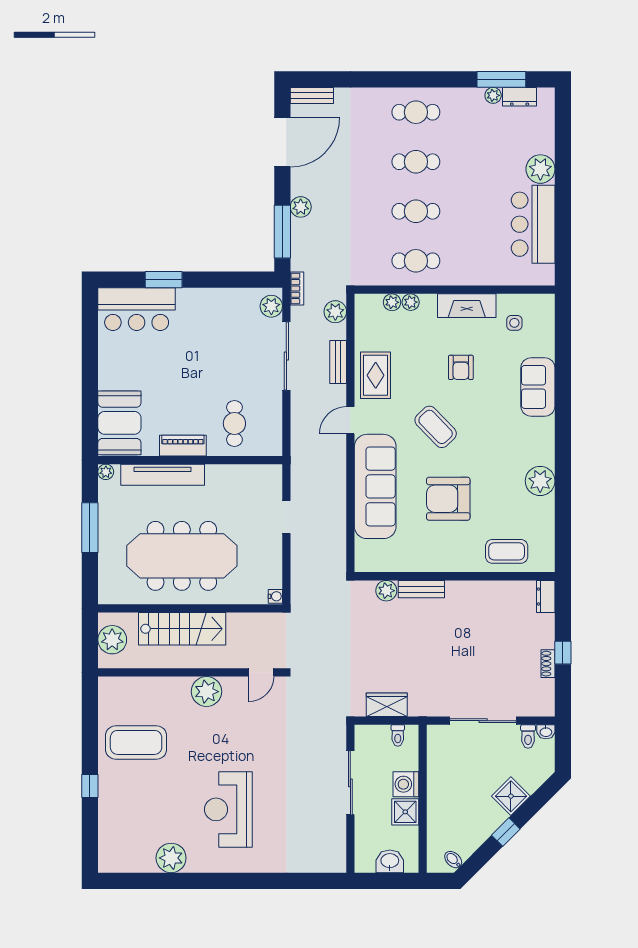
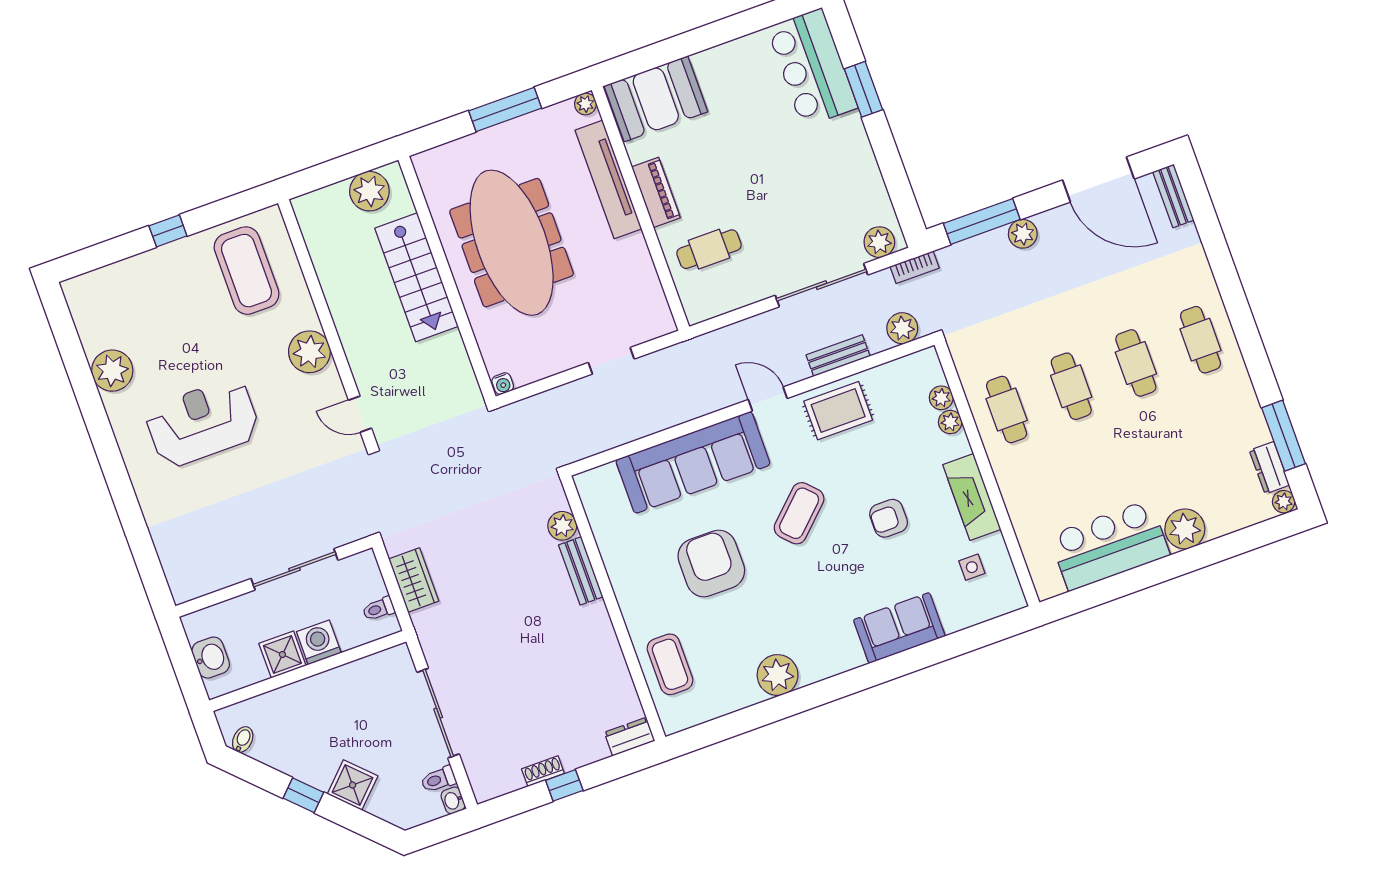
plant: (493, 95) -> (1284, 502), moved
wall: (190, 672) -> (327, 321), moved
door: (261, 672) -> (360, 414), moved
plant: (207, 692) -> (309, 352), moved

